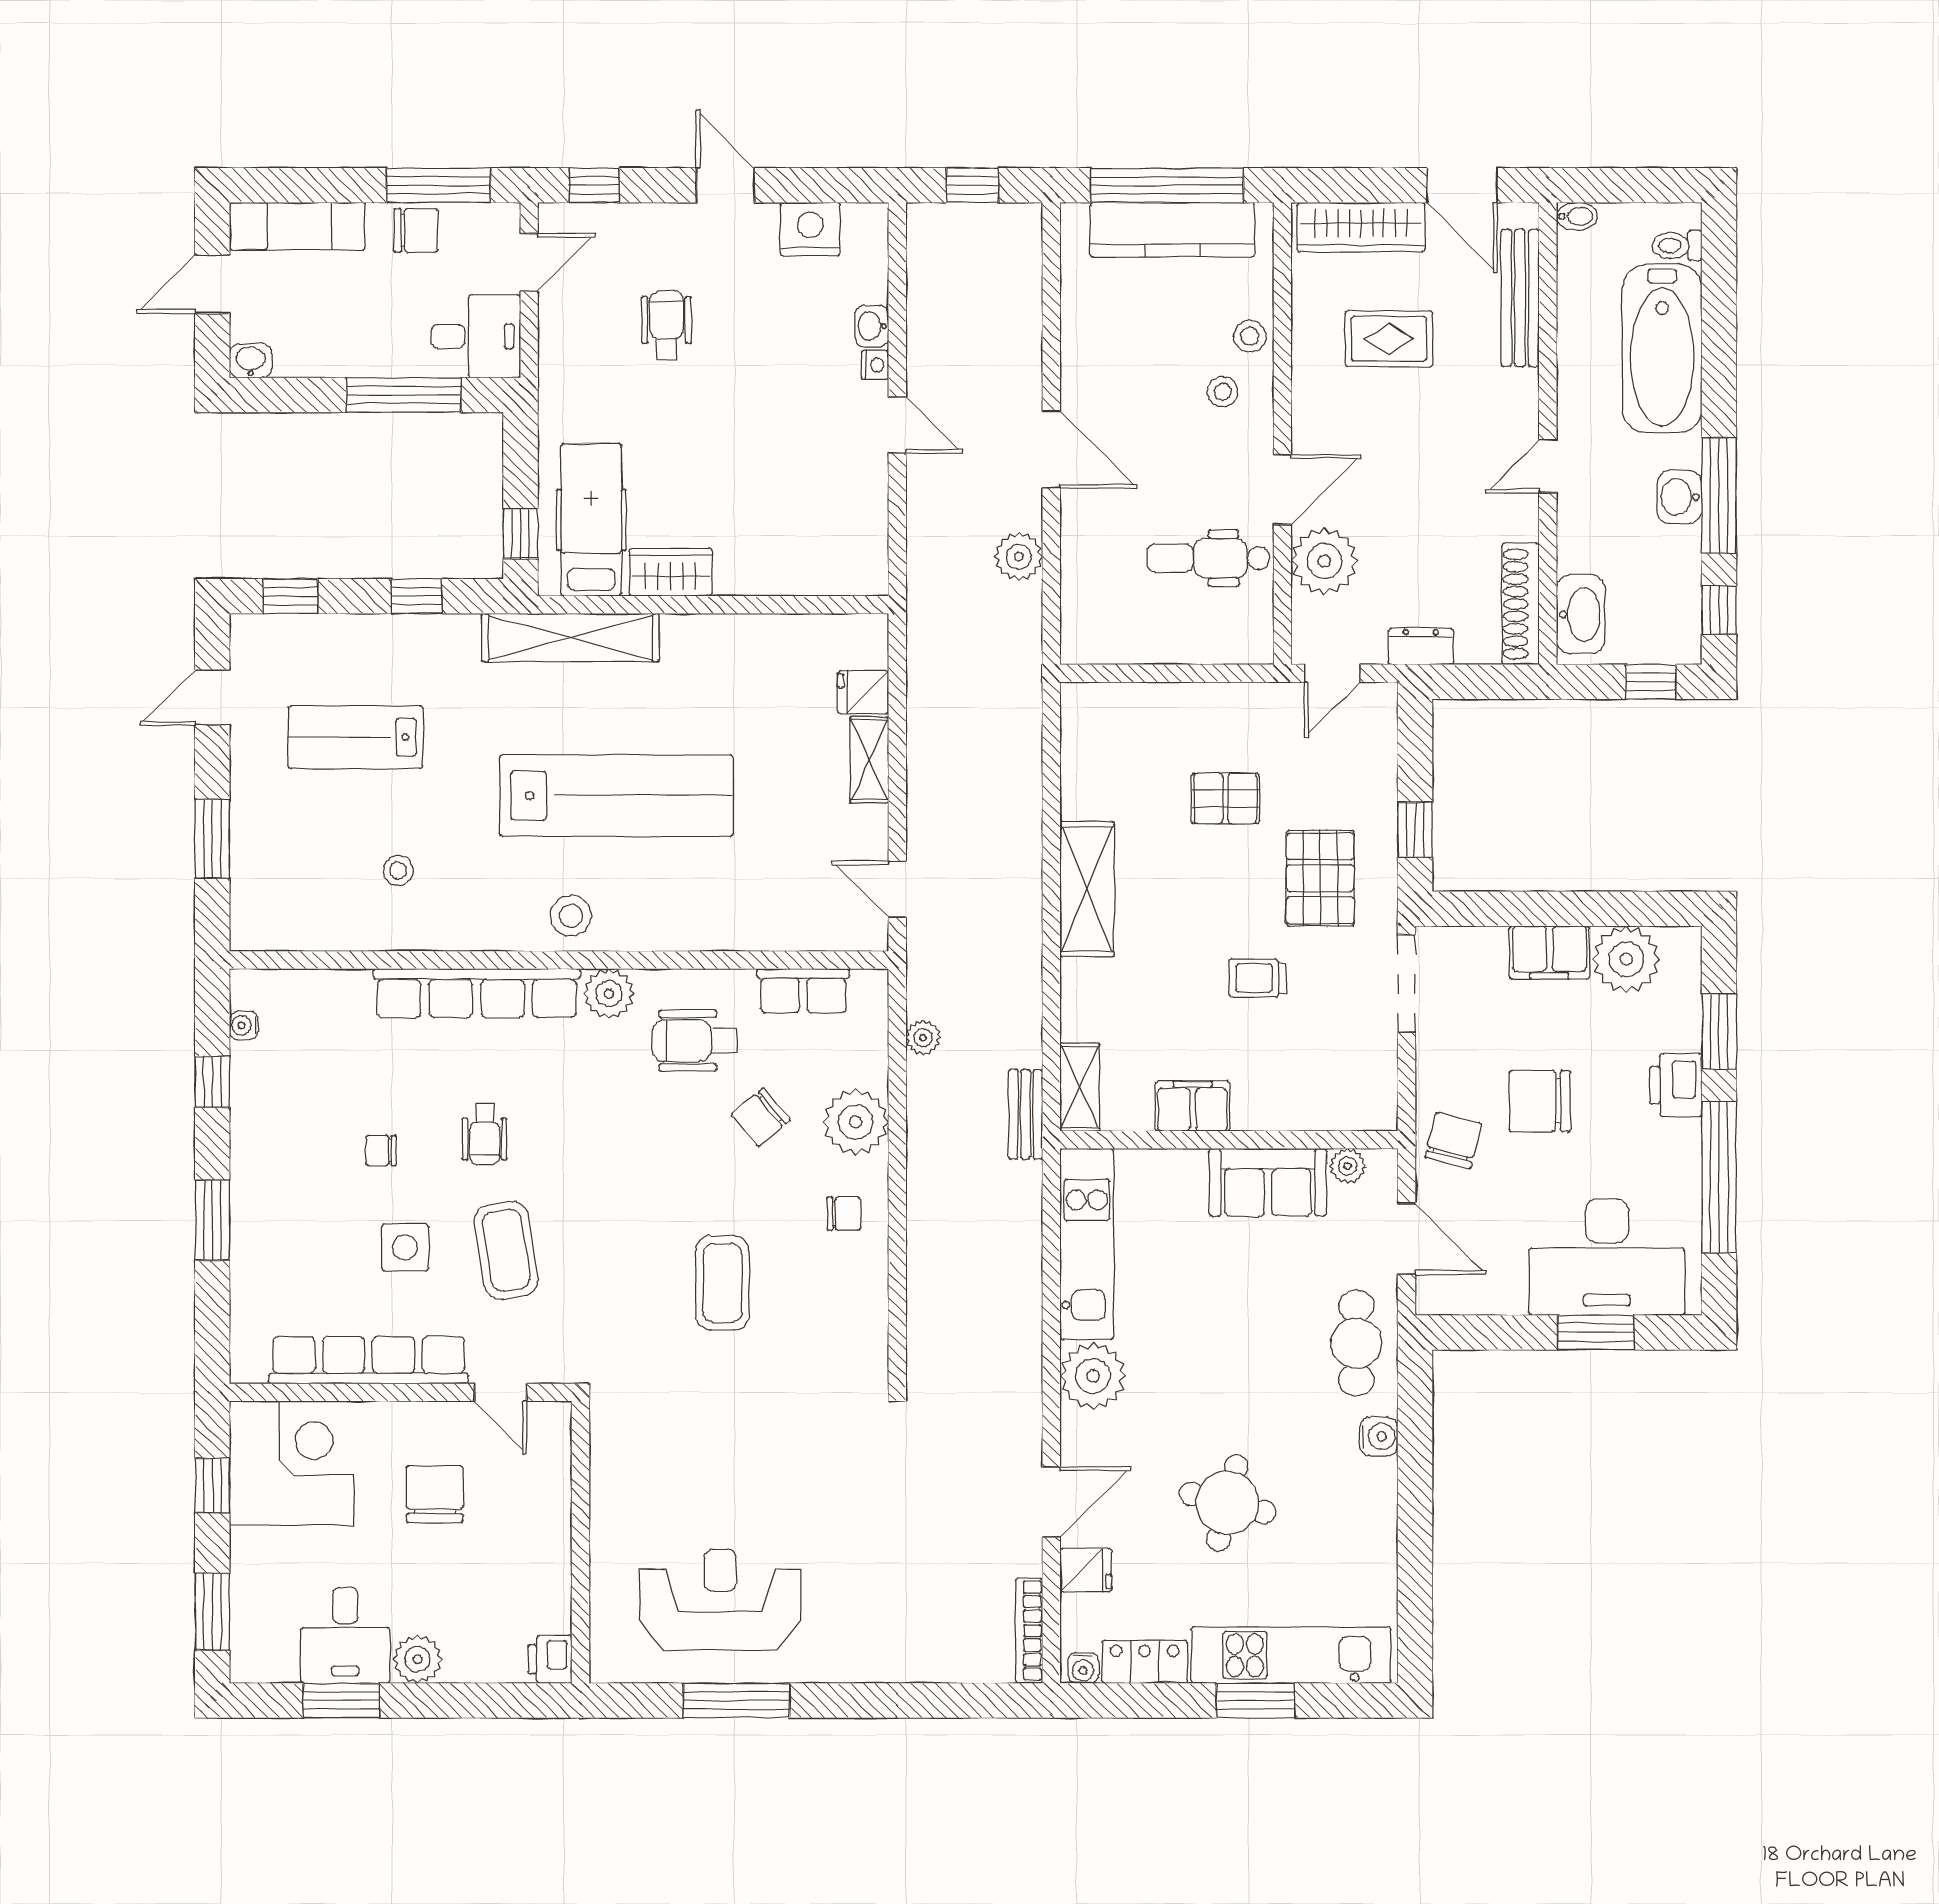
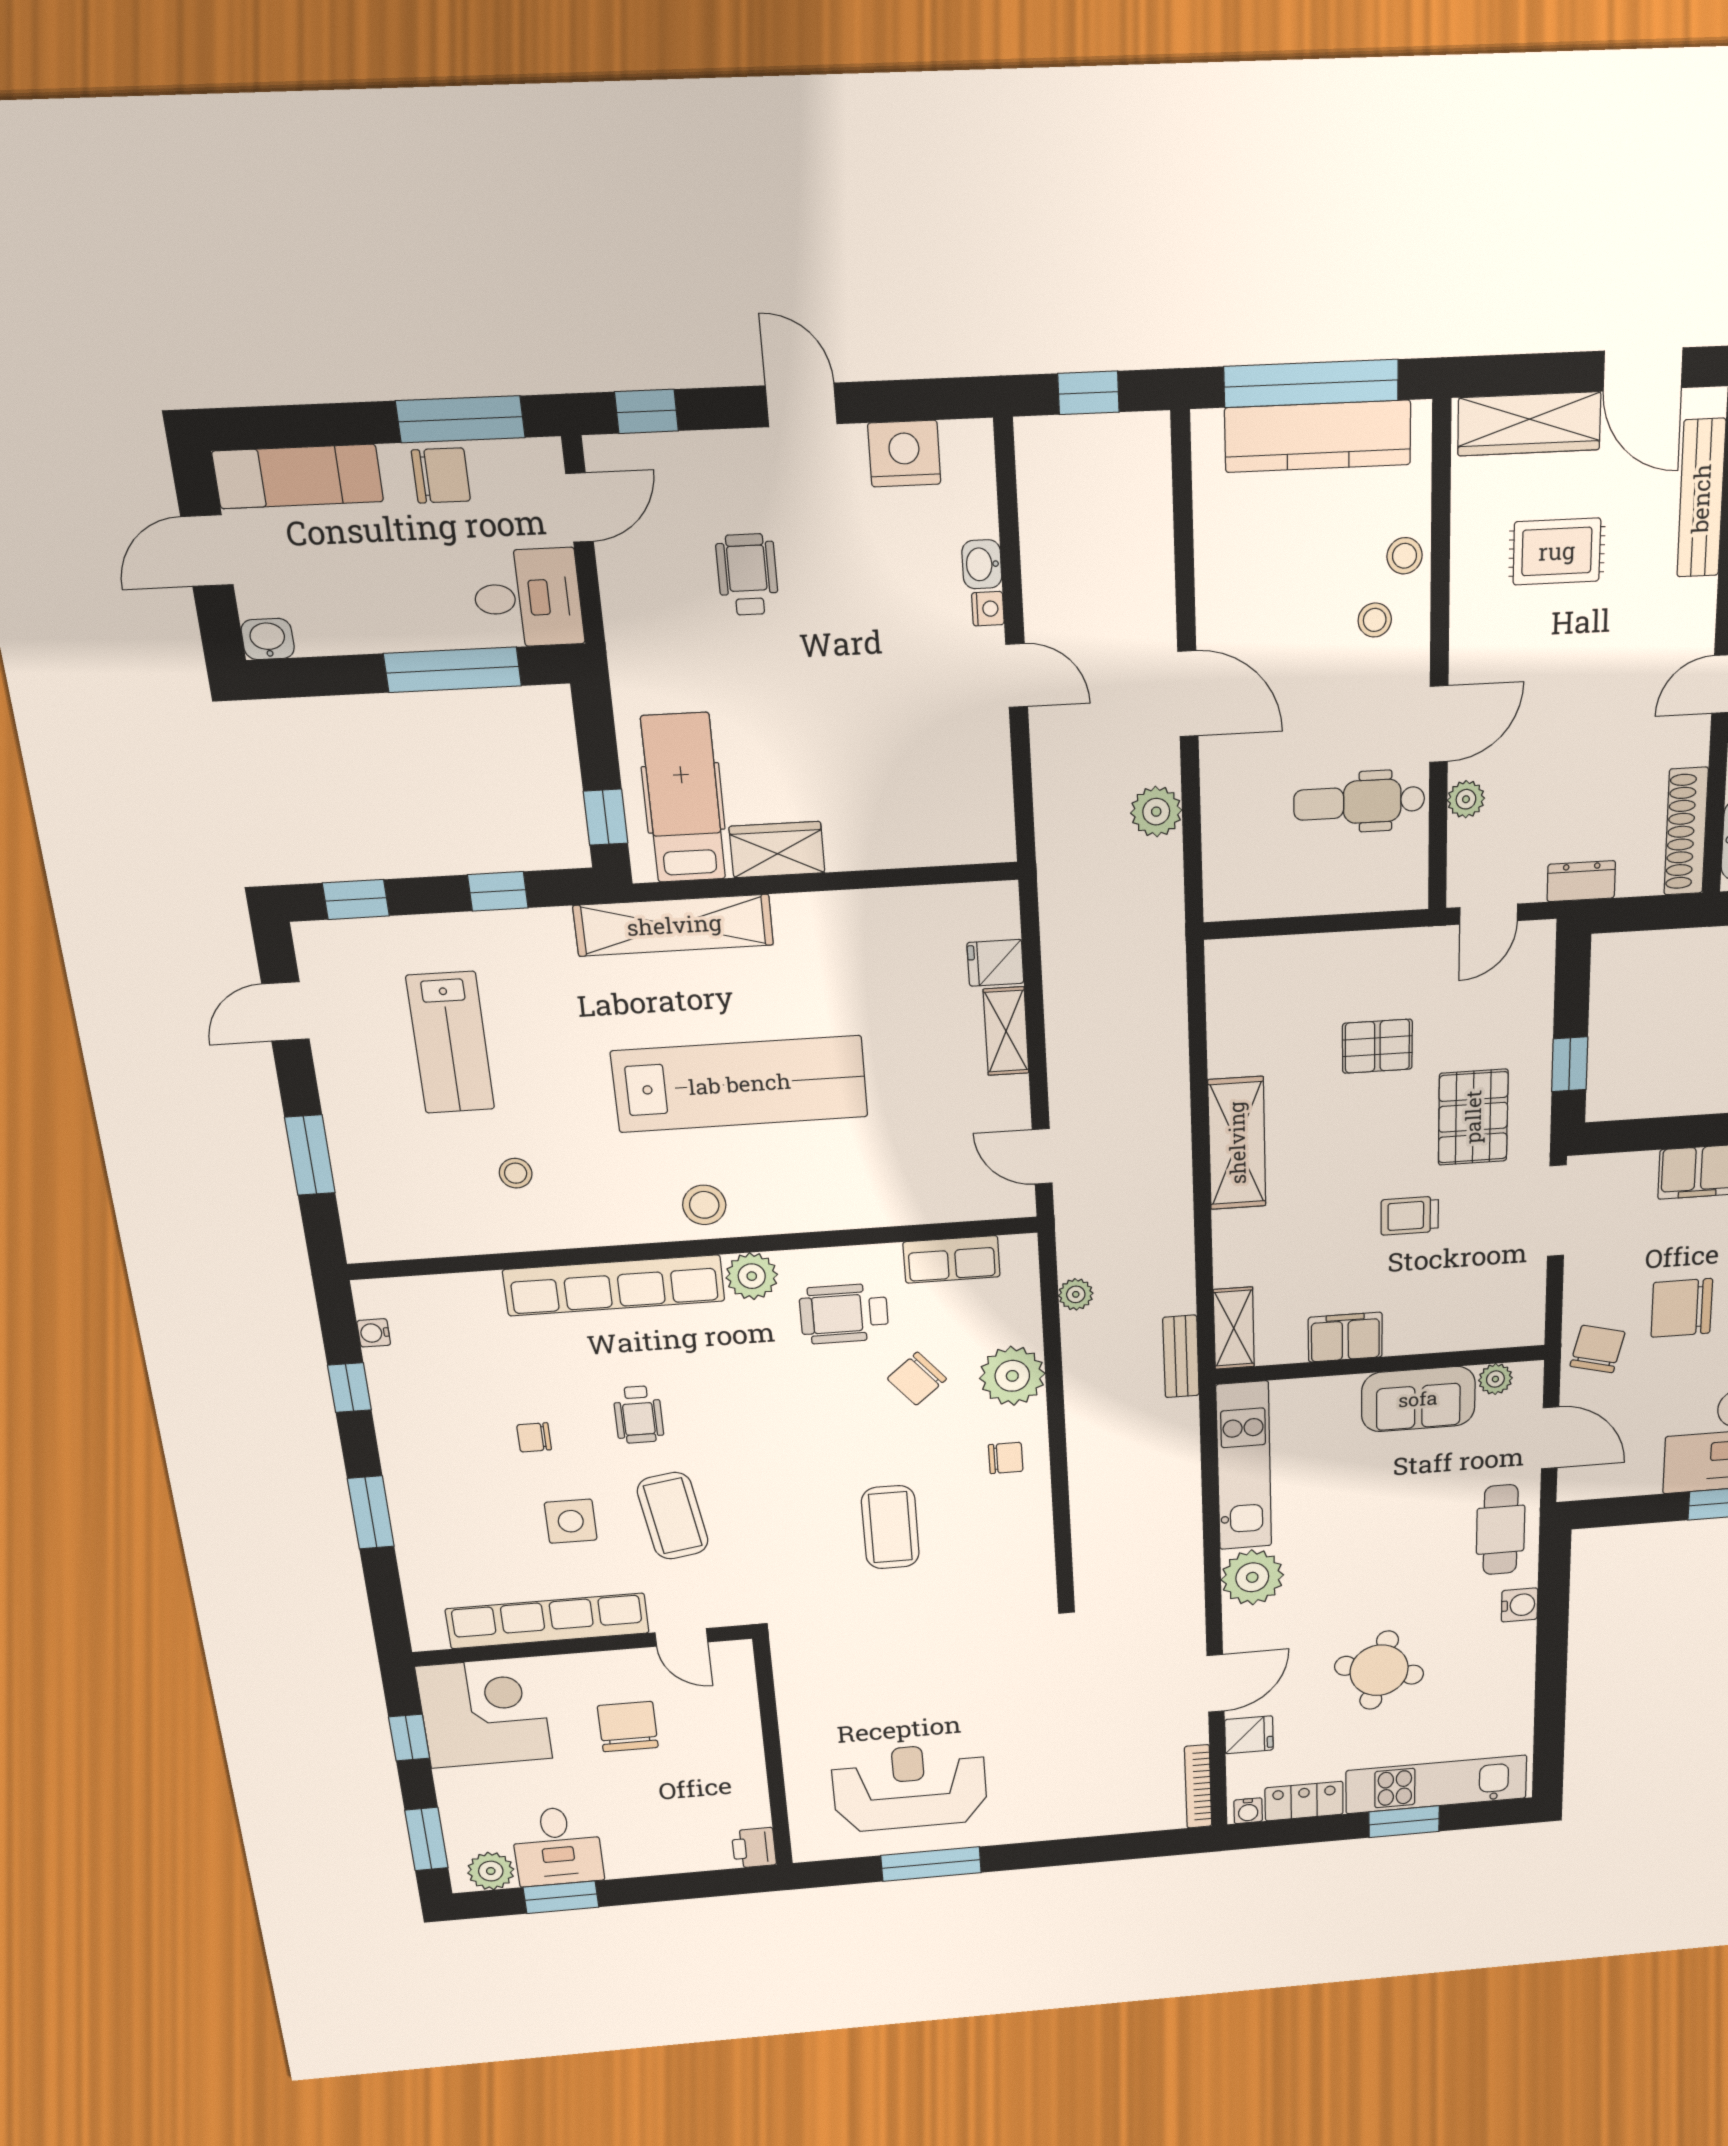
plant: (1324, 561) -> (1466, 799), width x0.53, depth x0.53
lab bench: (355, 737) -> (450, 1043), turned -90
plant: (417, 1659) -> (491, 1871), moved

